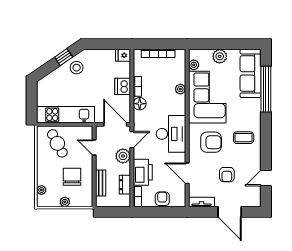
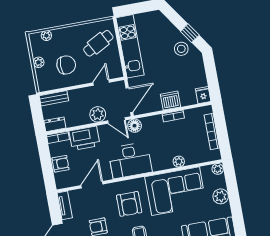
plant: (194, 65) -> (218, 169), moved
floor lamp: (140, 104) -> (135, 126), moved
bench: (101, 183) -> (54, 98), moved
dresser: (125, 185) -> (55, 124), moved

